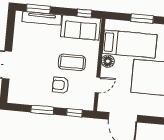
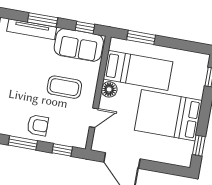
window: (38, 9) -> (43, 20), moved
window: (142, 19) -> (141, 37), moved
armchair: (61, 85) -> (38, 125), moved, turned 180

